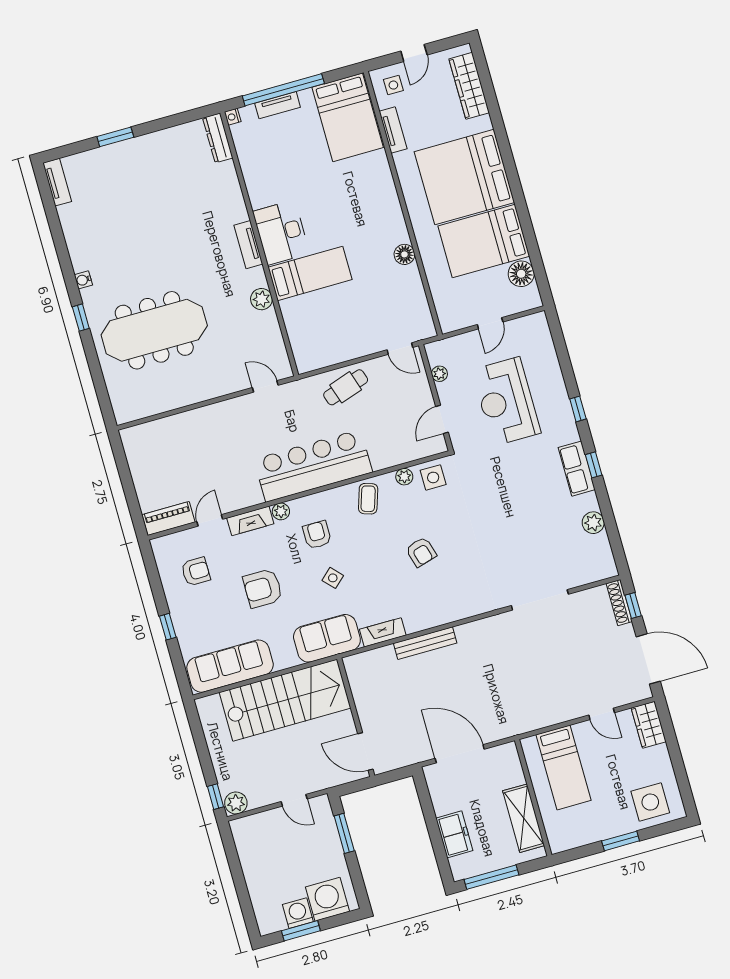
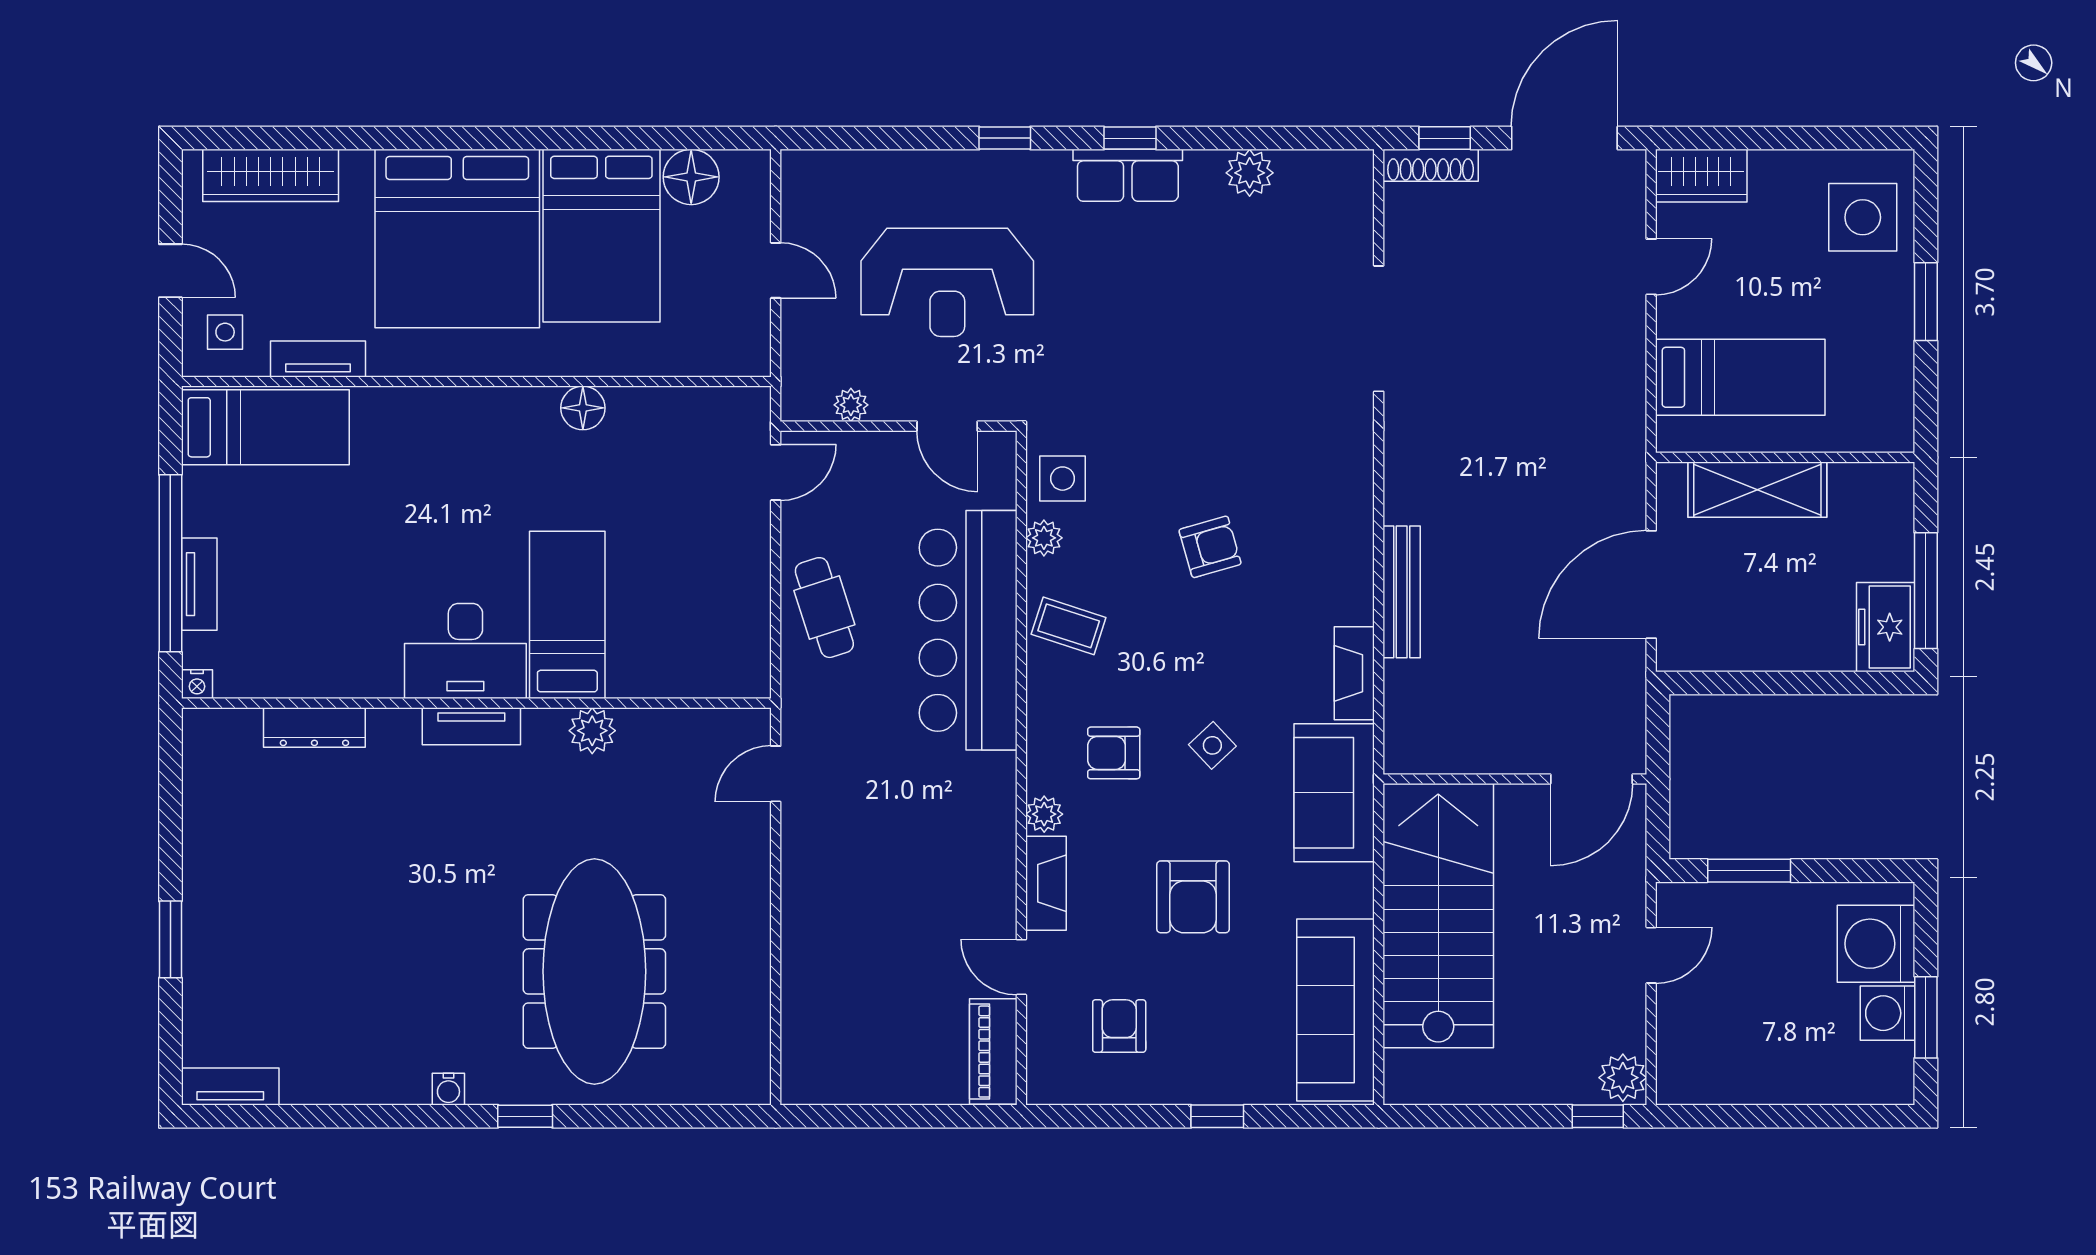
bed: (348, 117) -> (265, 427), width x0.67
dresser: (218, 138) -> (314, 727), moved
bar counter: (313, 466) -> (968, 630), moved
shelving: (524, 818) -> (1757, 490), moved
freezer: (454, 834) -> (1886, 627), moved, turned -90

